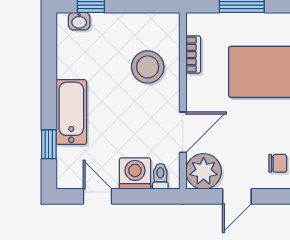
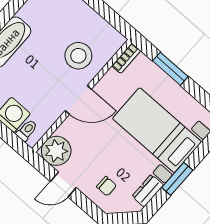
bookcase: (193, 55) -> (126, 58), moved
door: (183, 132) -> (78, 100), moved

